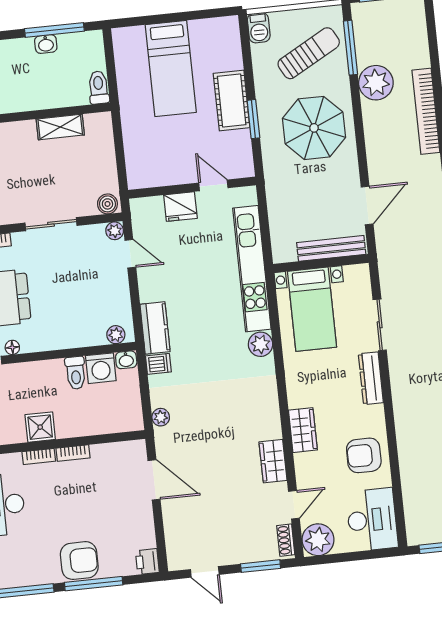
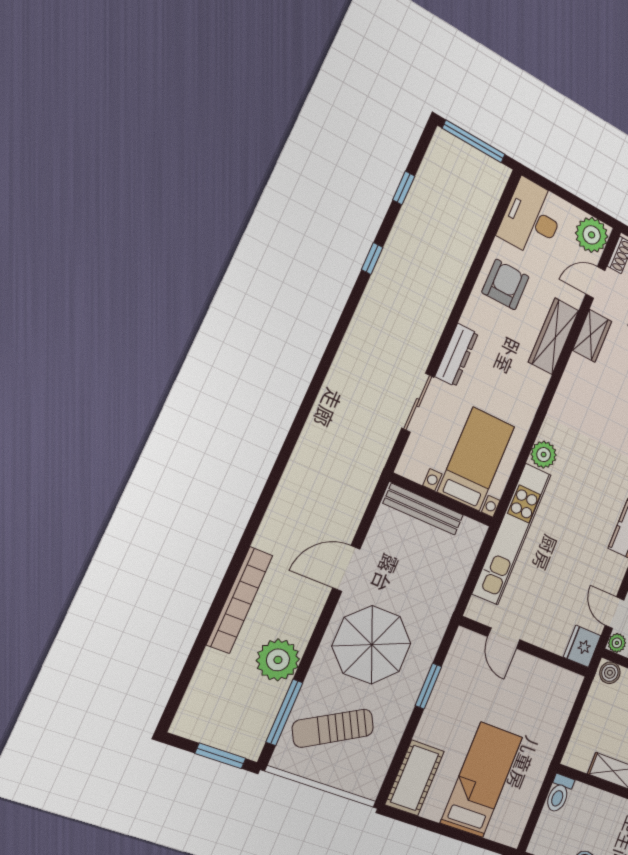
barbecue: (259, 28) -> (371, 781), removed
cot: (232, 100) -> (415, 778), moved
door: (367, 206) -> (346, 568), moved
fridge: (180, 207) -> (582, 646), moved, turned -90
wardrobe: (303, 430) -> (554, 336), width x1.50
armchair: (364, 455) -> (505, 285), turned -90

